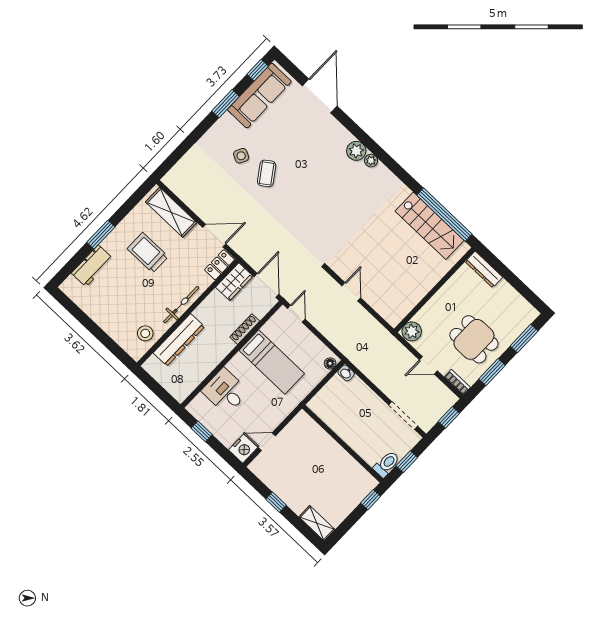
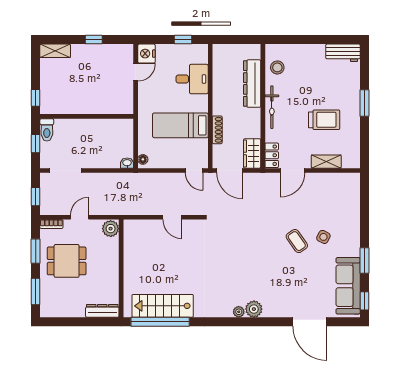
shelving: (171, 212) -> (326, 162), width x0.67, depth x0.75
workbench: (92, 266) -> (343, 53), moved, turned -90

